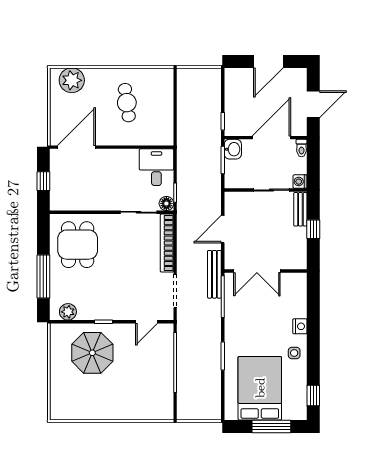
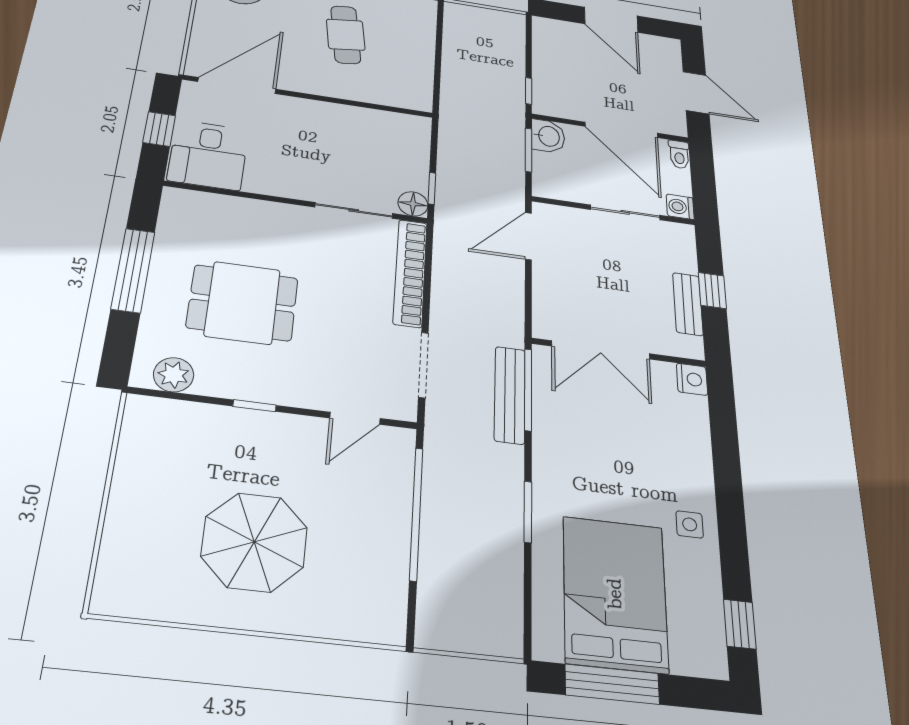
door: (268, 61) -> (611, 20), hinge flipped
door: (313, 104) -> (696, 93), hinge flipped
door: (271, 138) -> (621, 130), swing flipped
desk: (156, 167) -> (208, 155), moved, turned 180
bench: (300, 209) -> (688, 304), moved
door: (223, 229) -> (528, 236), moved
dining table: (78, 245) -> (243, 303), moved, turned 90
bench: (214, 274) -> (510, 395), moved
window: (43, 276) -> (133, 270), moved
nightstand: (300, 326) -> (692, 379), moved
parasol: (92, 353) -> (254, 542), moved
window: (271, 427) -> (612, 684), moved

